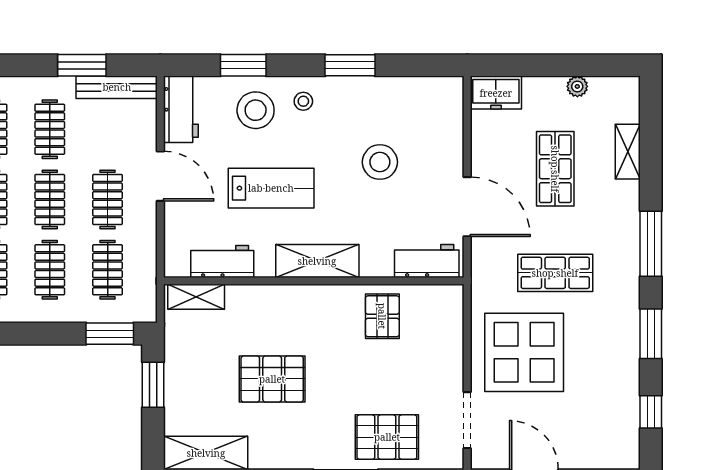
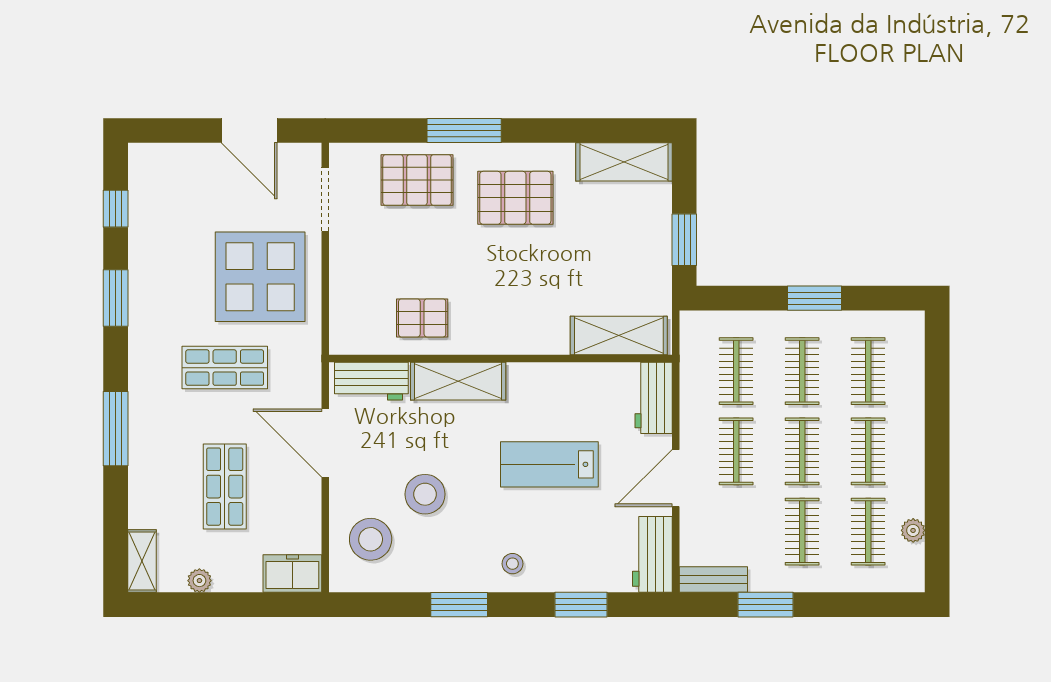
bench: (117, 87) -> (713, 579), width x0.73
stool: (256, 110) -> (371, 539), moved
shelving: (628, 152) -> (142, 561), moved
door: (160, 176) -> (676, 478), hinge flipped
window: (651, 244) -> (116, 429), moved
workbench: (222, 261) -> (654, 398), moved, turned 90
shelving: (317, 261) -> (458, 381), moved
shelving: (196, 297) -> (619, 335), width x1.50, depth x1.33
pallet: (382, 316) -> (422, 318), turned 90
window: (110, 334) -> (814, 298), moved
pallet: (272, 379) -> (515, 198), moved

